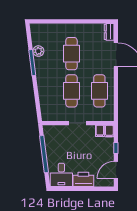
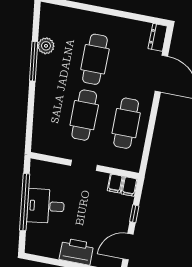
desk: (61, 175) -> (46, 206), moved, turned 83

